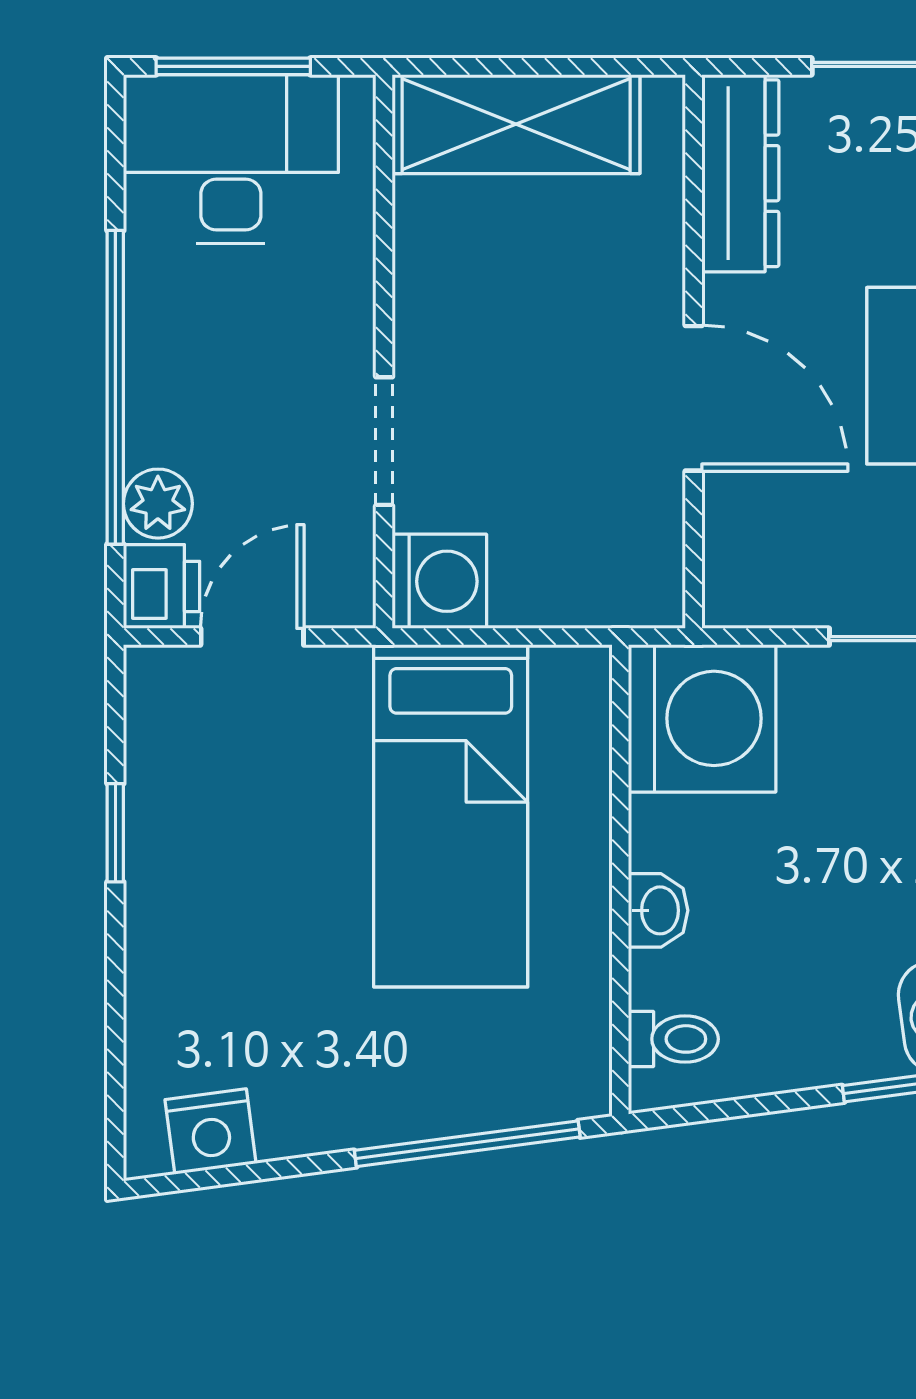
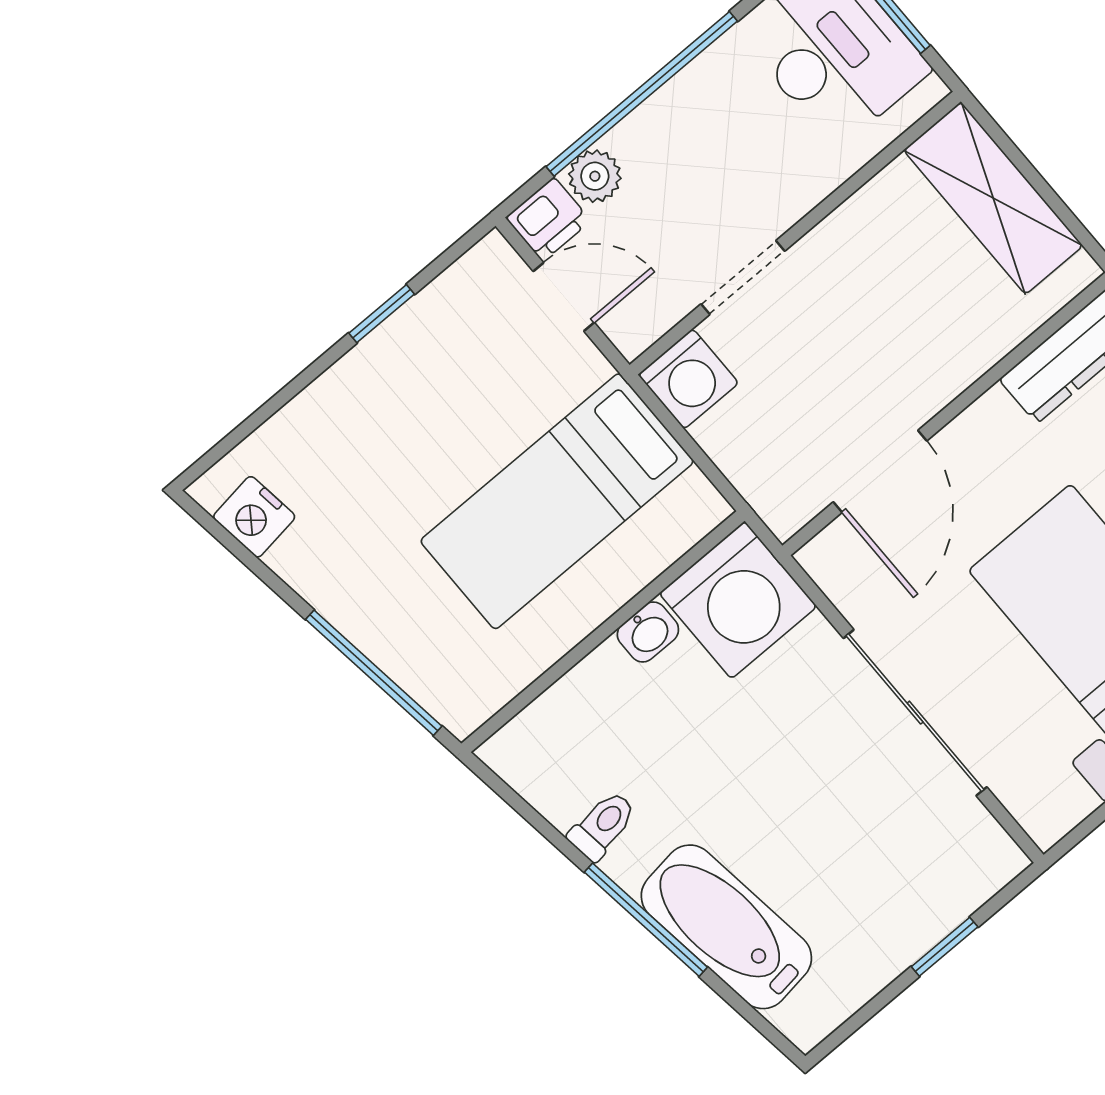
door: (694, 398) -> (880, 471), moved
washbasin: (658, 910) -> (648, 632), moved
toilet: (673, 1039) -> (602, 826), moved, turned -98

